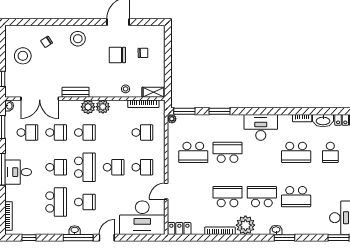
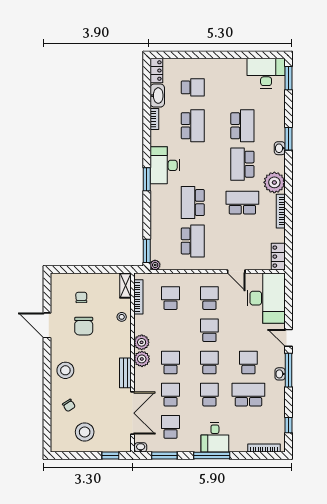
window: (219, 111) -> (147, 179), moved
school desk: (85, 167) -> (209, 362), width x0.54
school desk: (228, 197) -> (242, 203), turned 90

